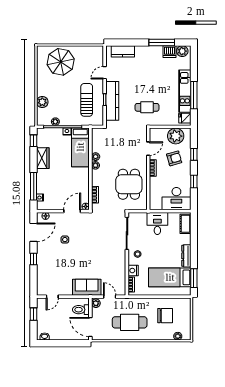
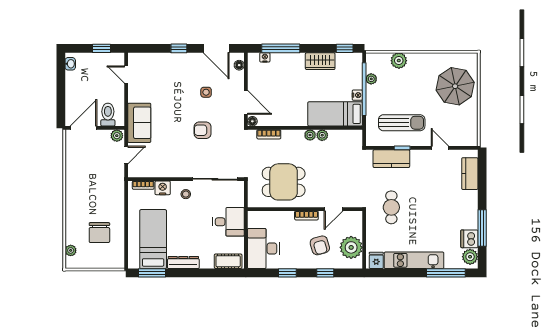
window: (194, 95) -> (446, 273), moved
kitchen counter: (112, 101) -> (391, 159), width x0.67
door: (148, 149) -> (333, 209), hinge flipped
armchair: (92, 242) -> (203, 130), added
cafe table: (130, 322) -> (90, 183), removed

